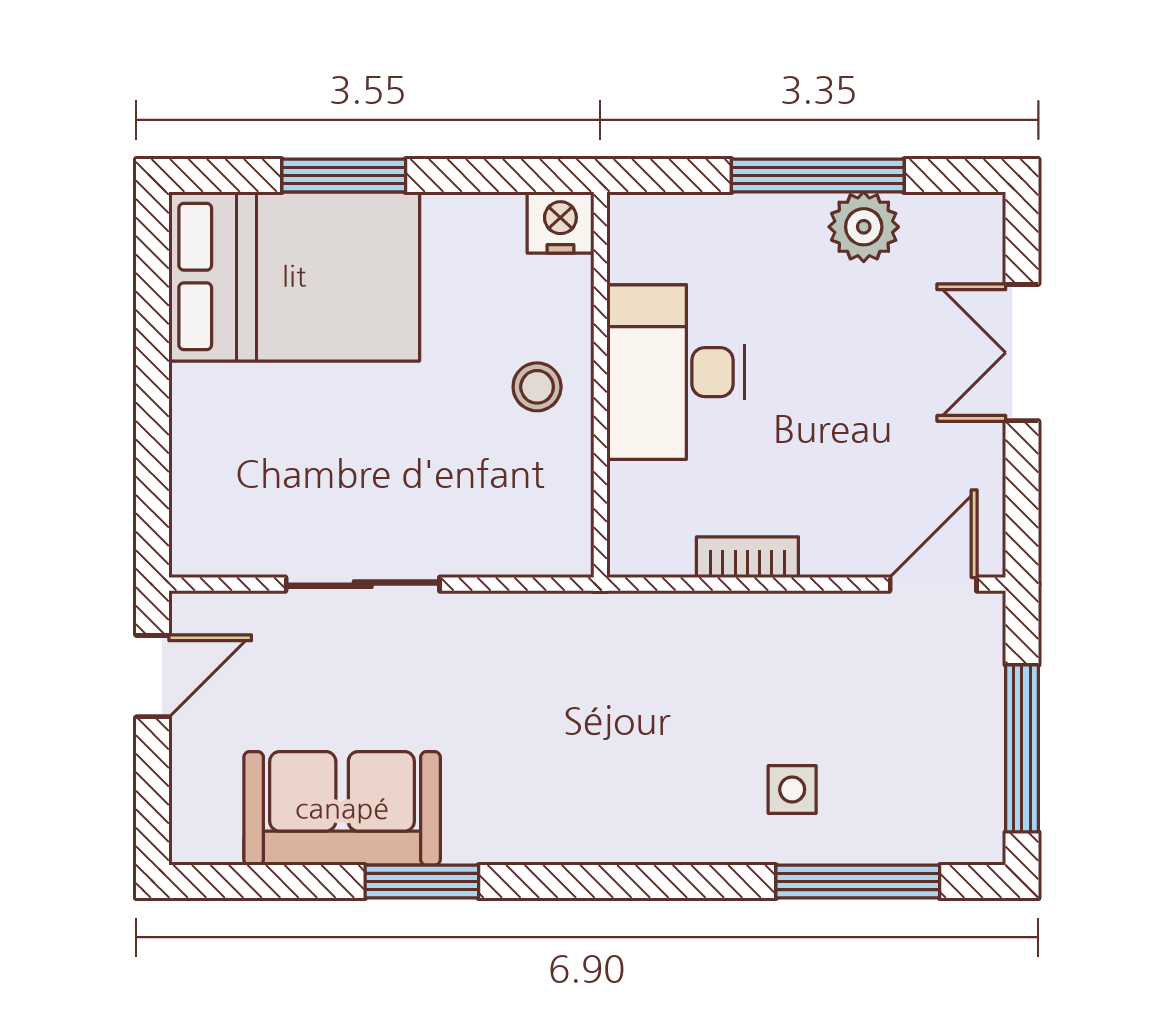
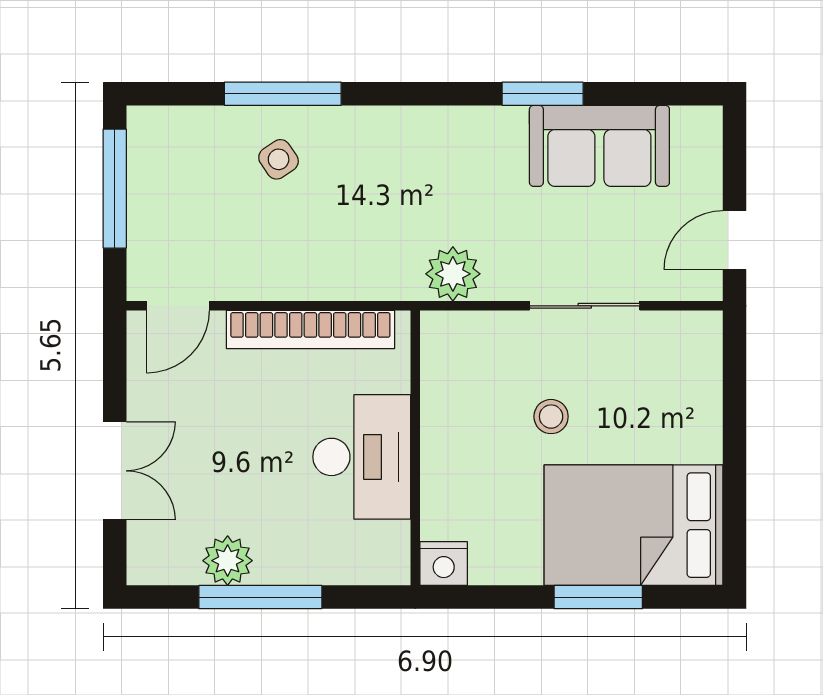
stool: (537, 387) -> (551, 417), moved
bookcase: (747, 557) -> (310, 330), width x2.31, depth x1.31
plant: (548, 629) -> (453, 274), added
side table: (792, 790) -> (279, 159), turned -34
window: (858, 882) -> (283, 94), moved

